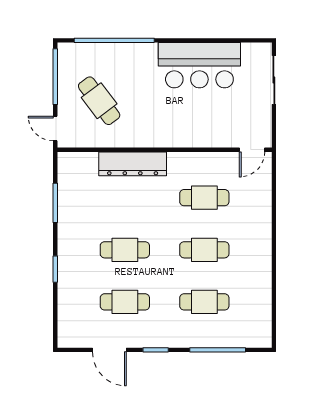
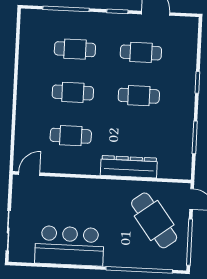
cafe table: (99, 101) -> (154, 220), width x1.37, depth x1.35

